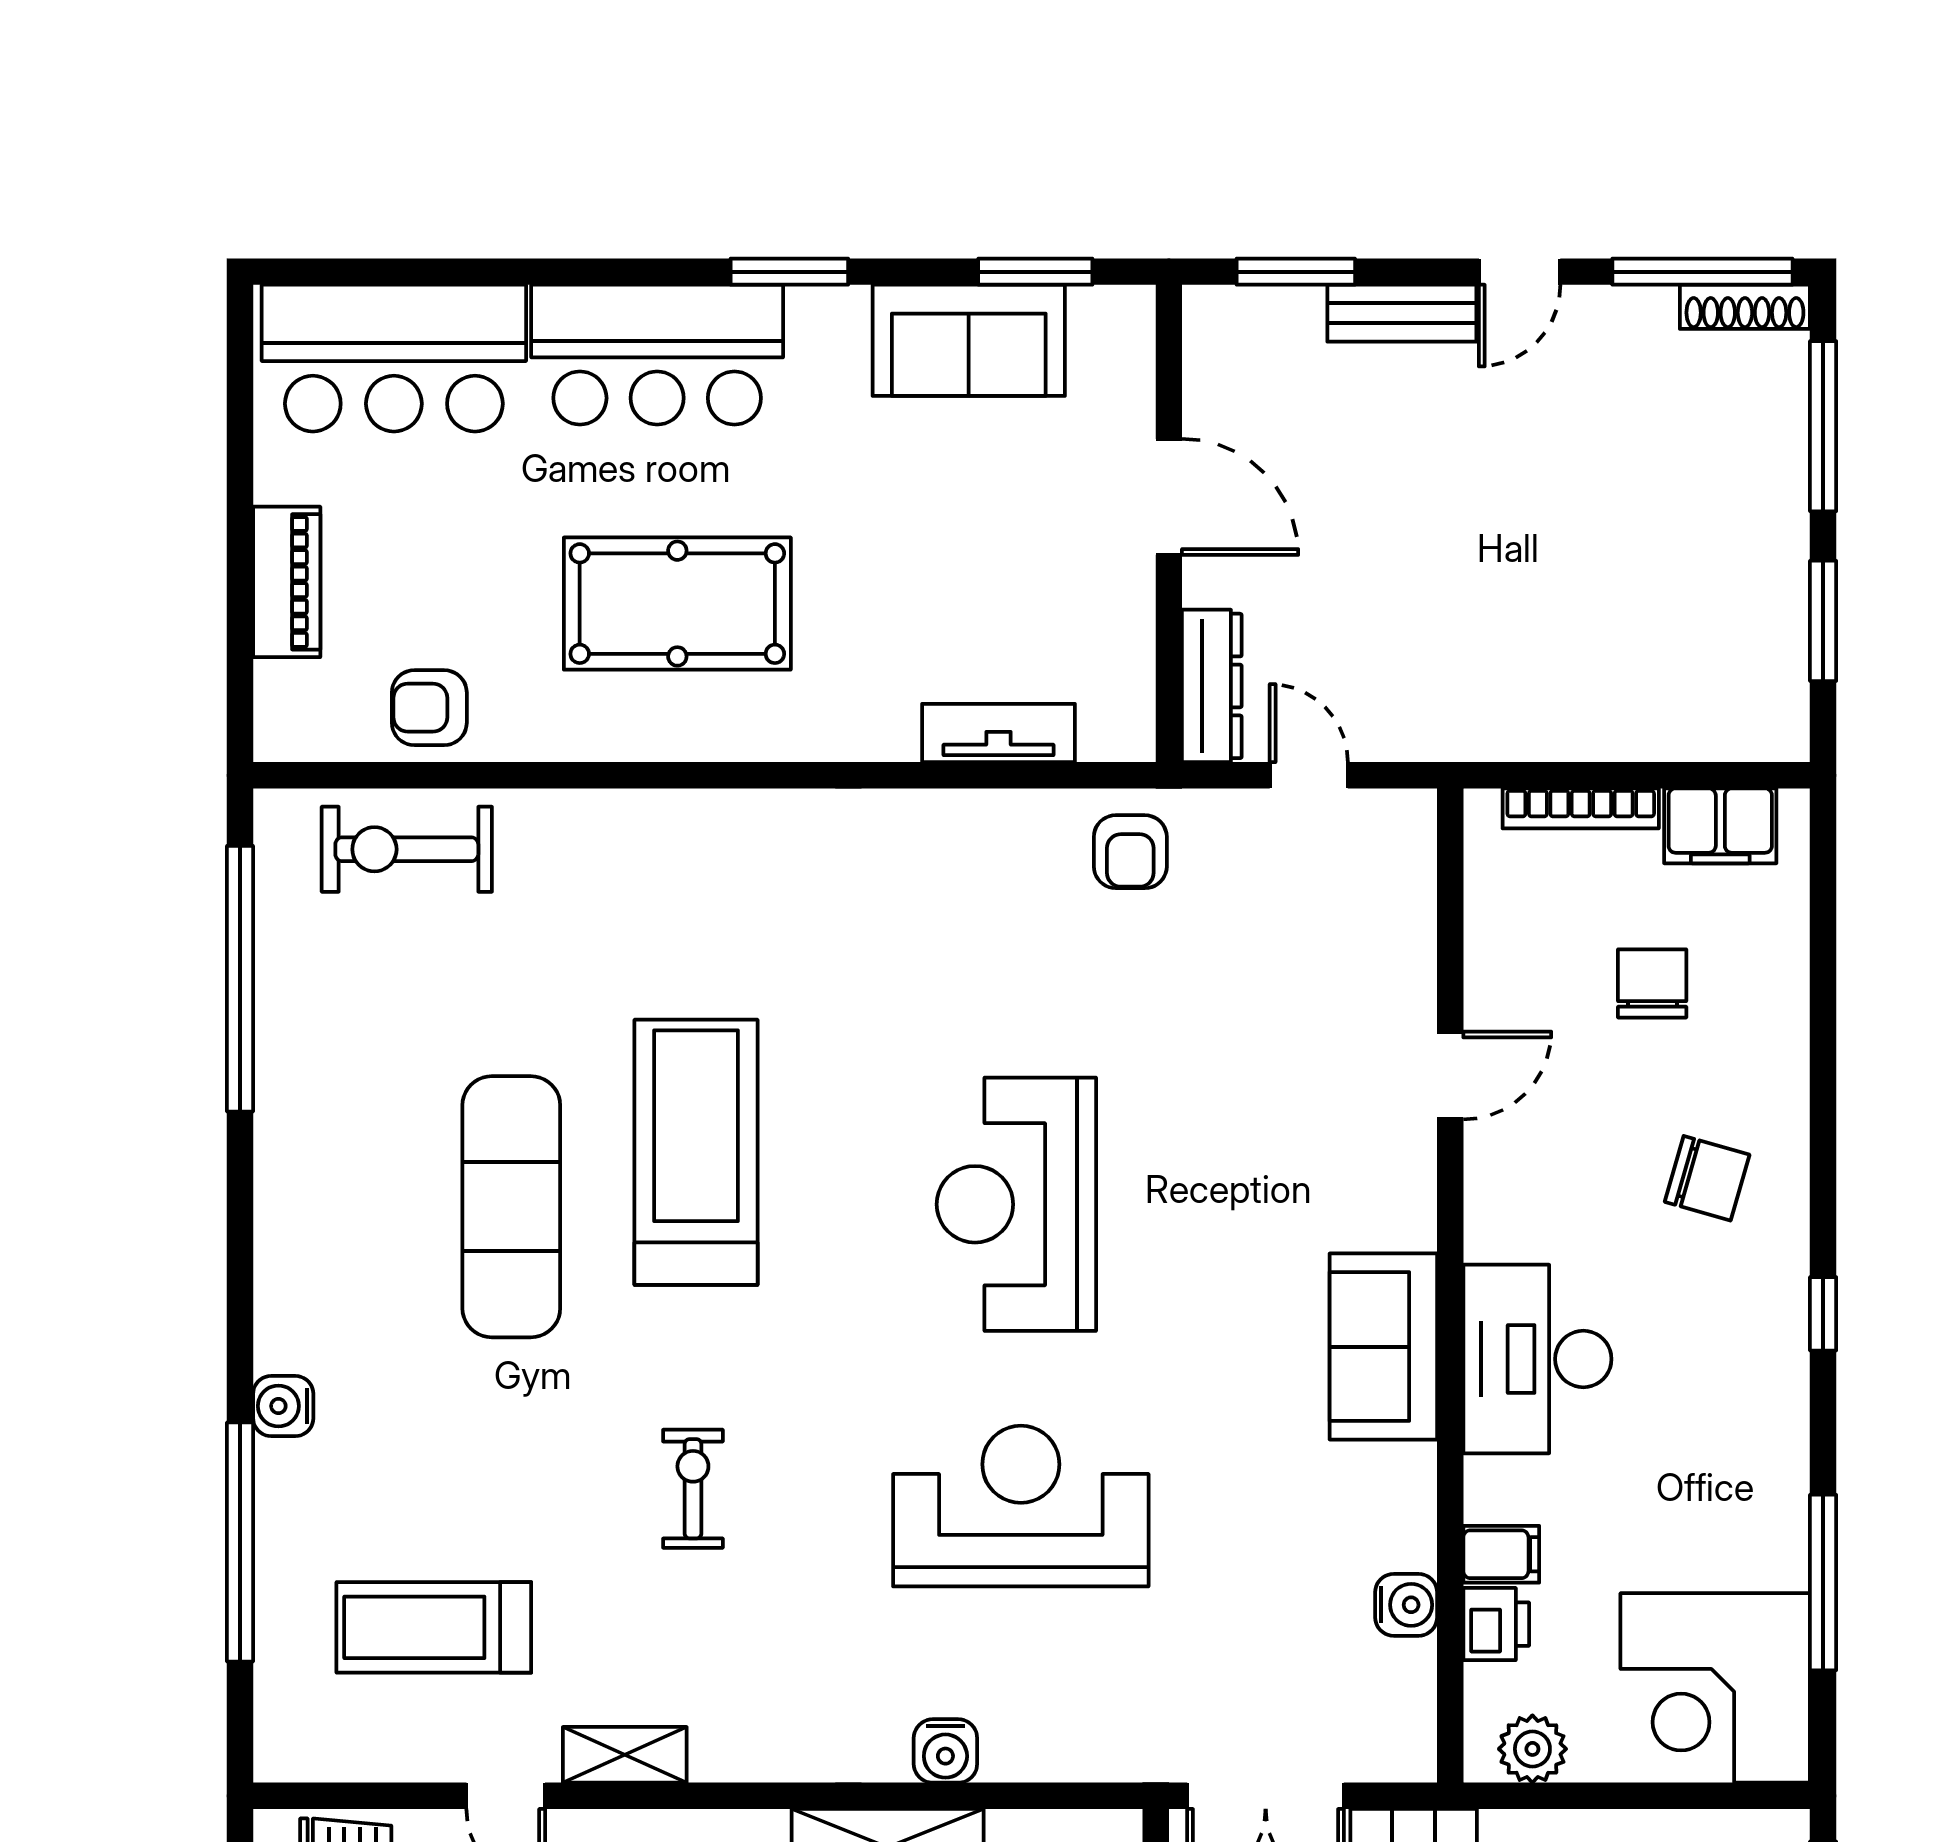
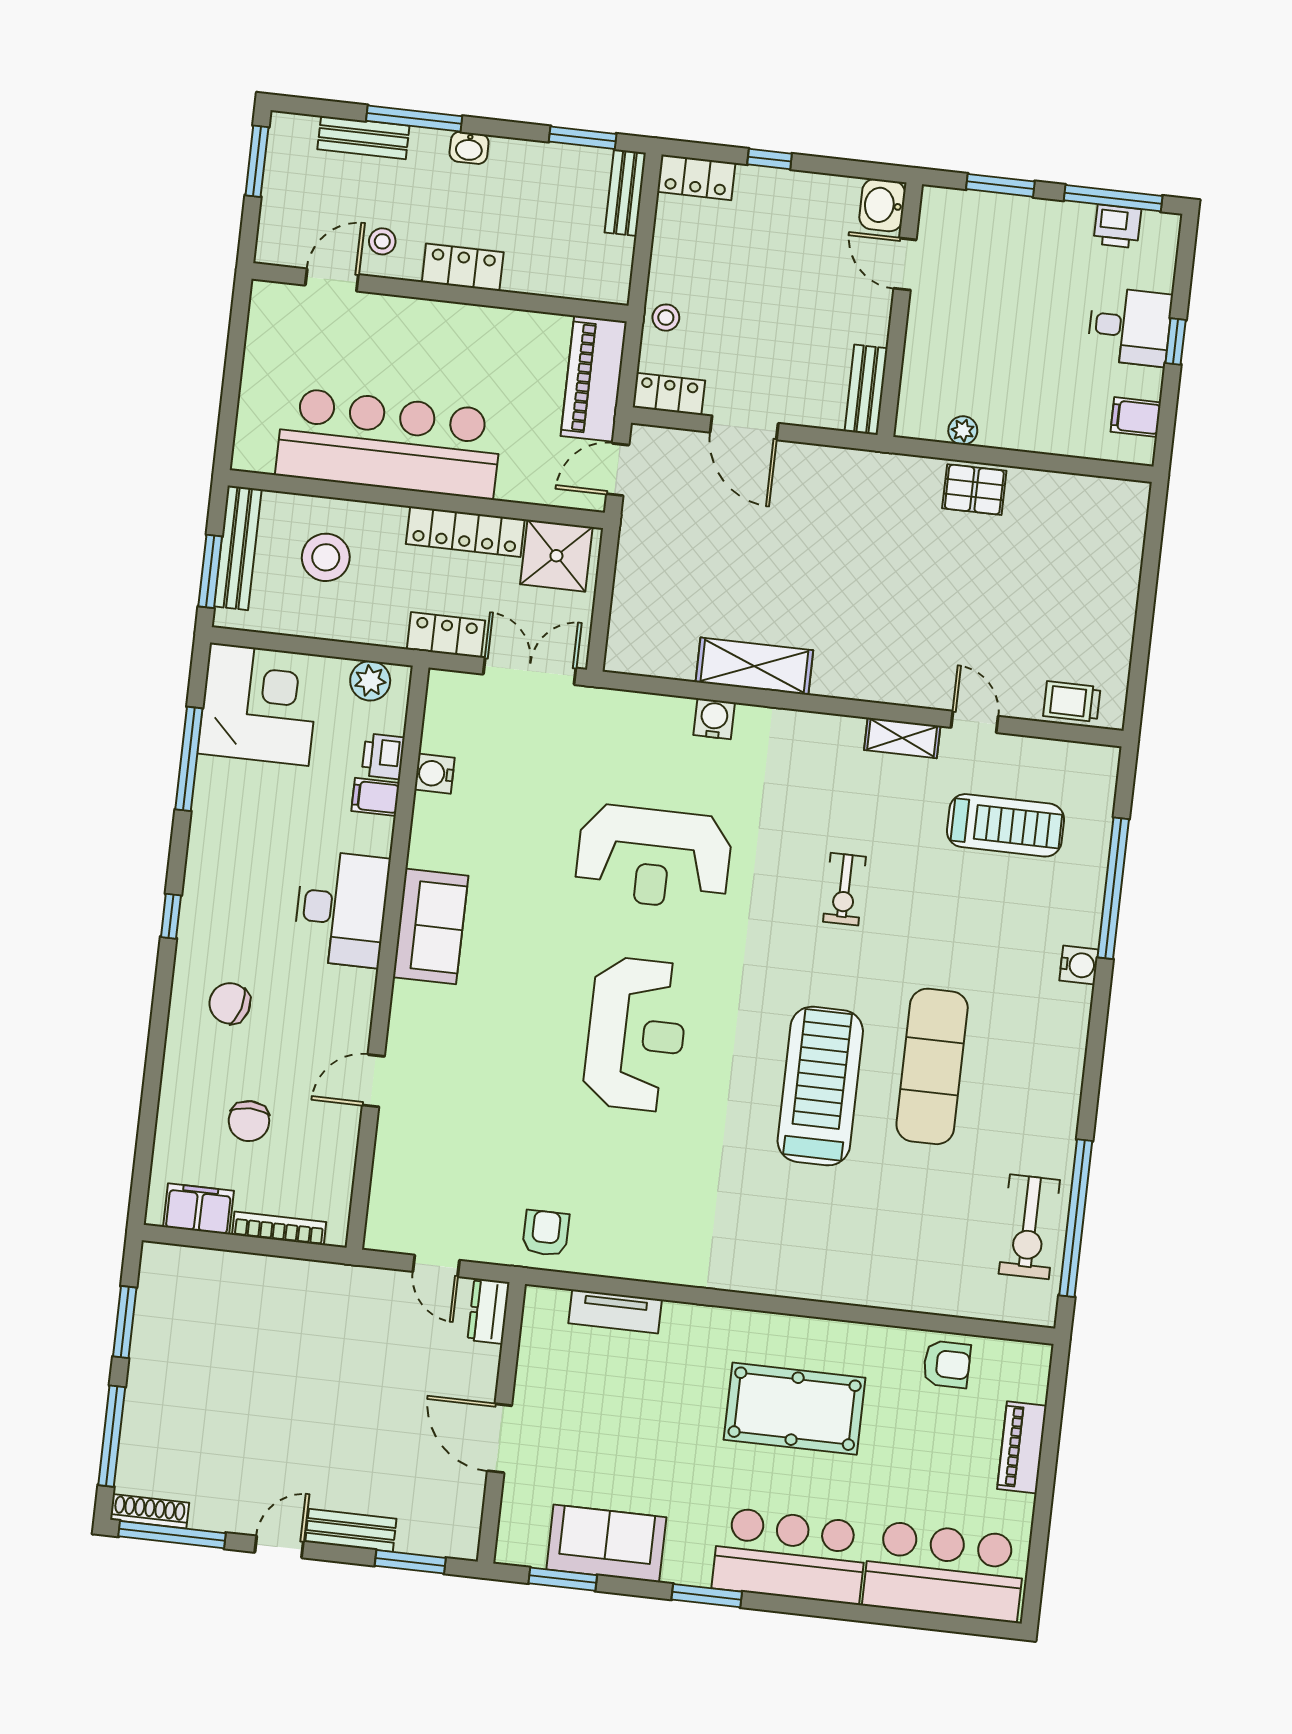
dresser: (1212, 686) -> (489, 1311), width x0.70
exercise bike: (407, 849) -> (1029, 1227), moved, turned 90
treadmill: (696, 1152) -> (820, 1086), turned 180

